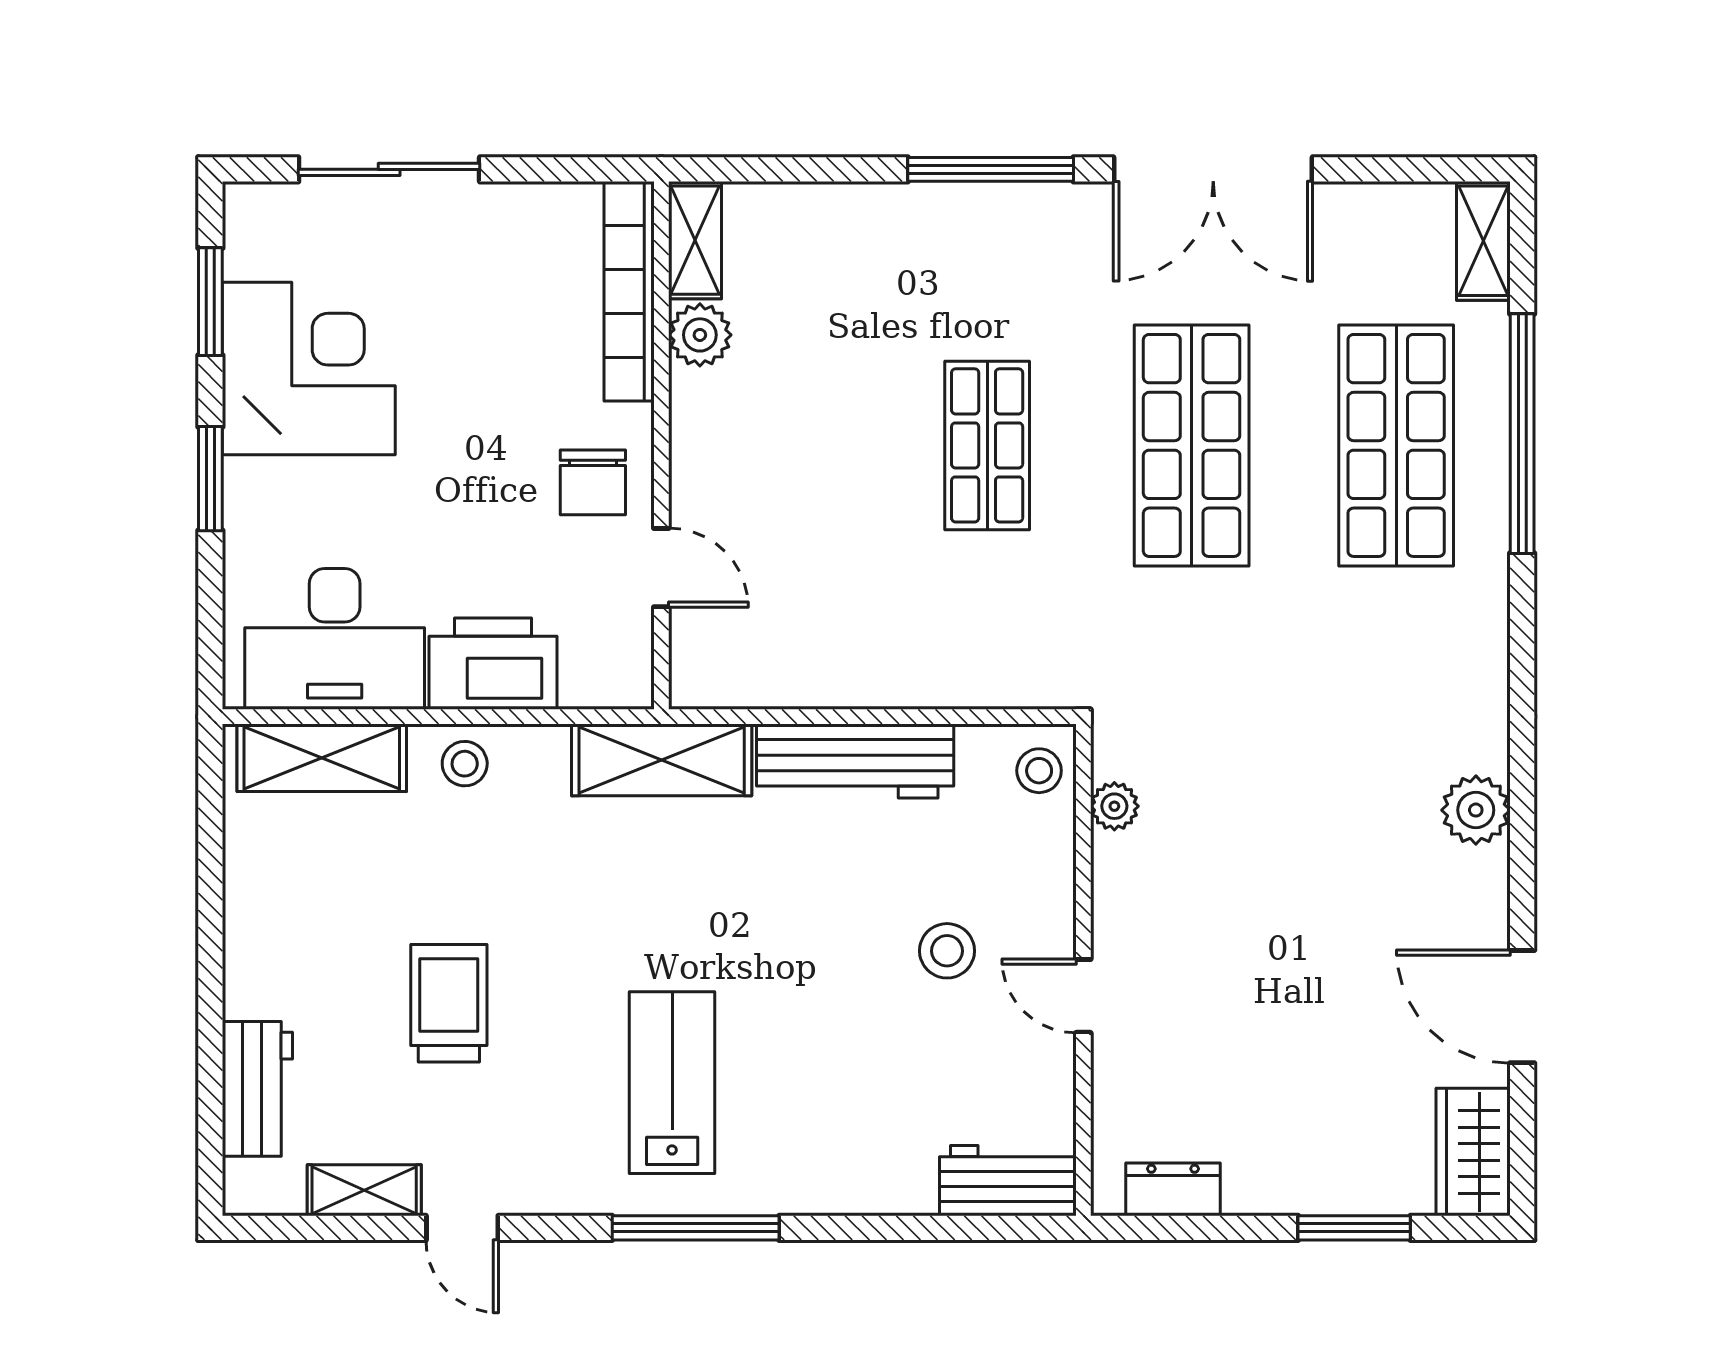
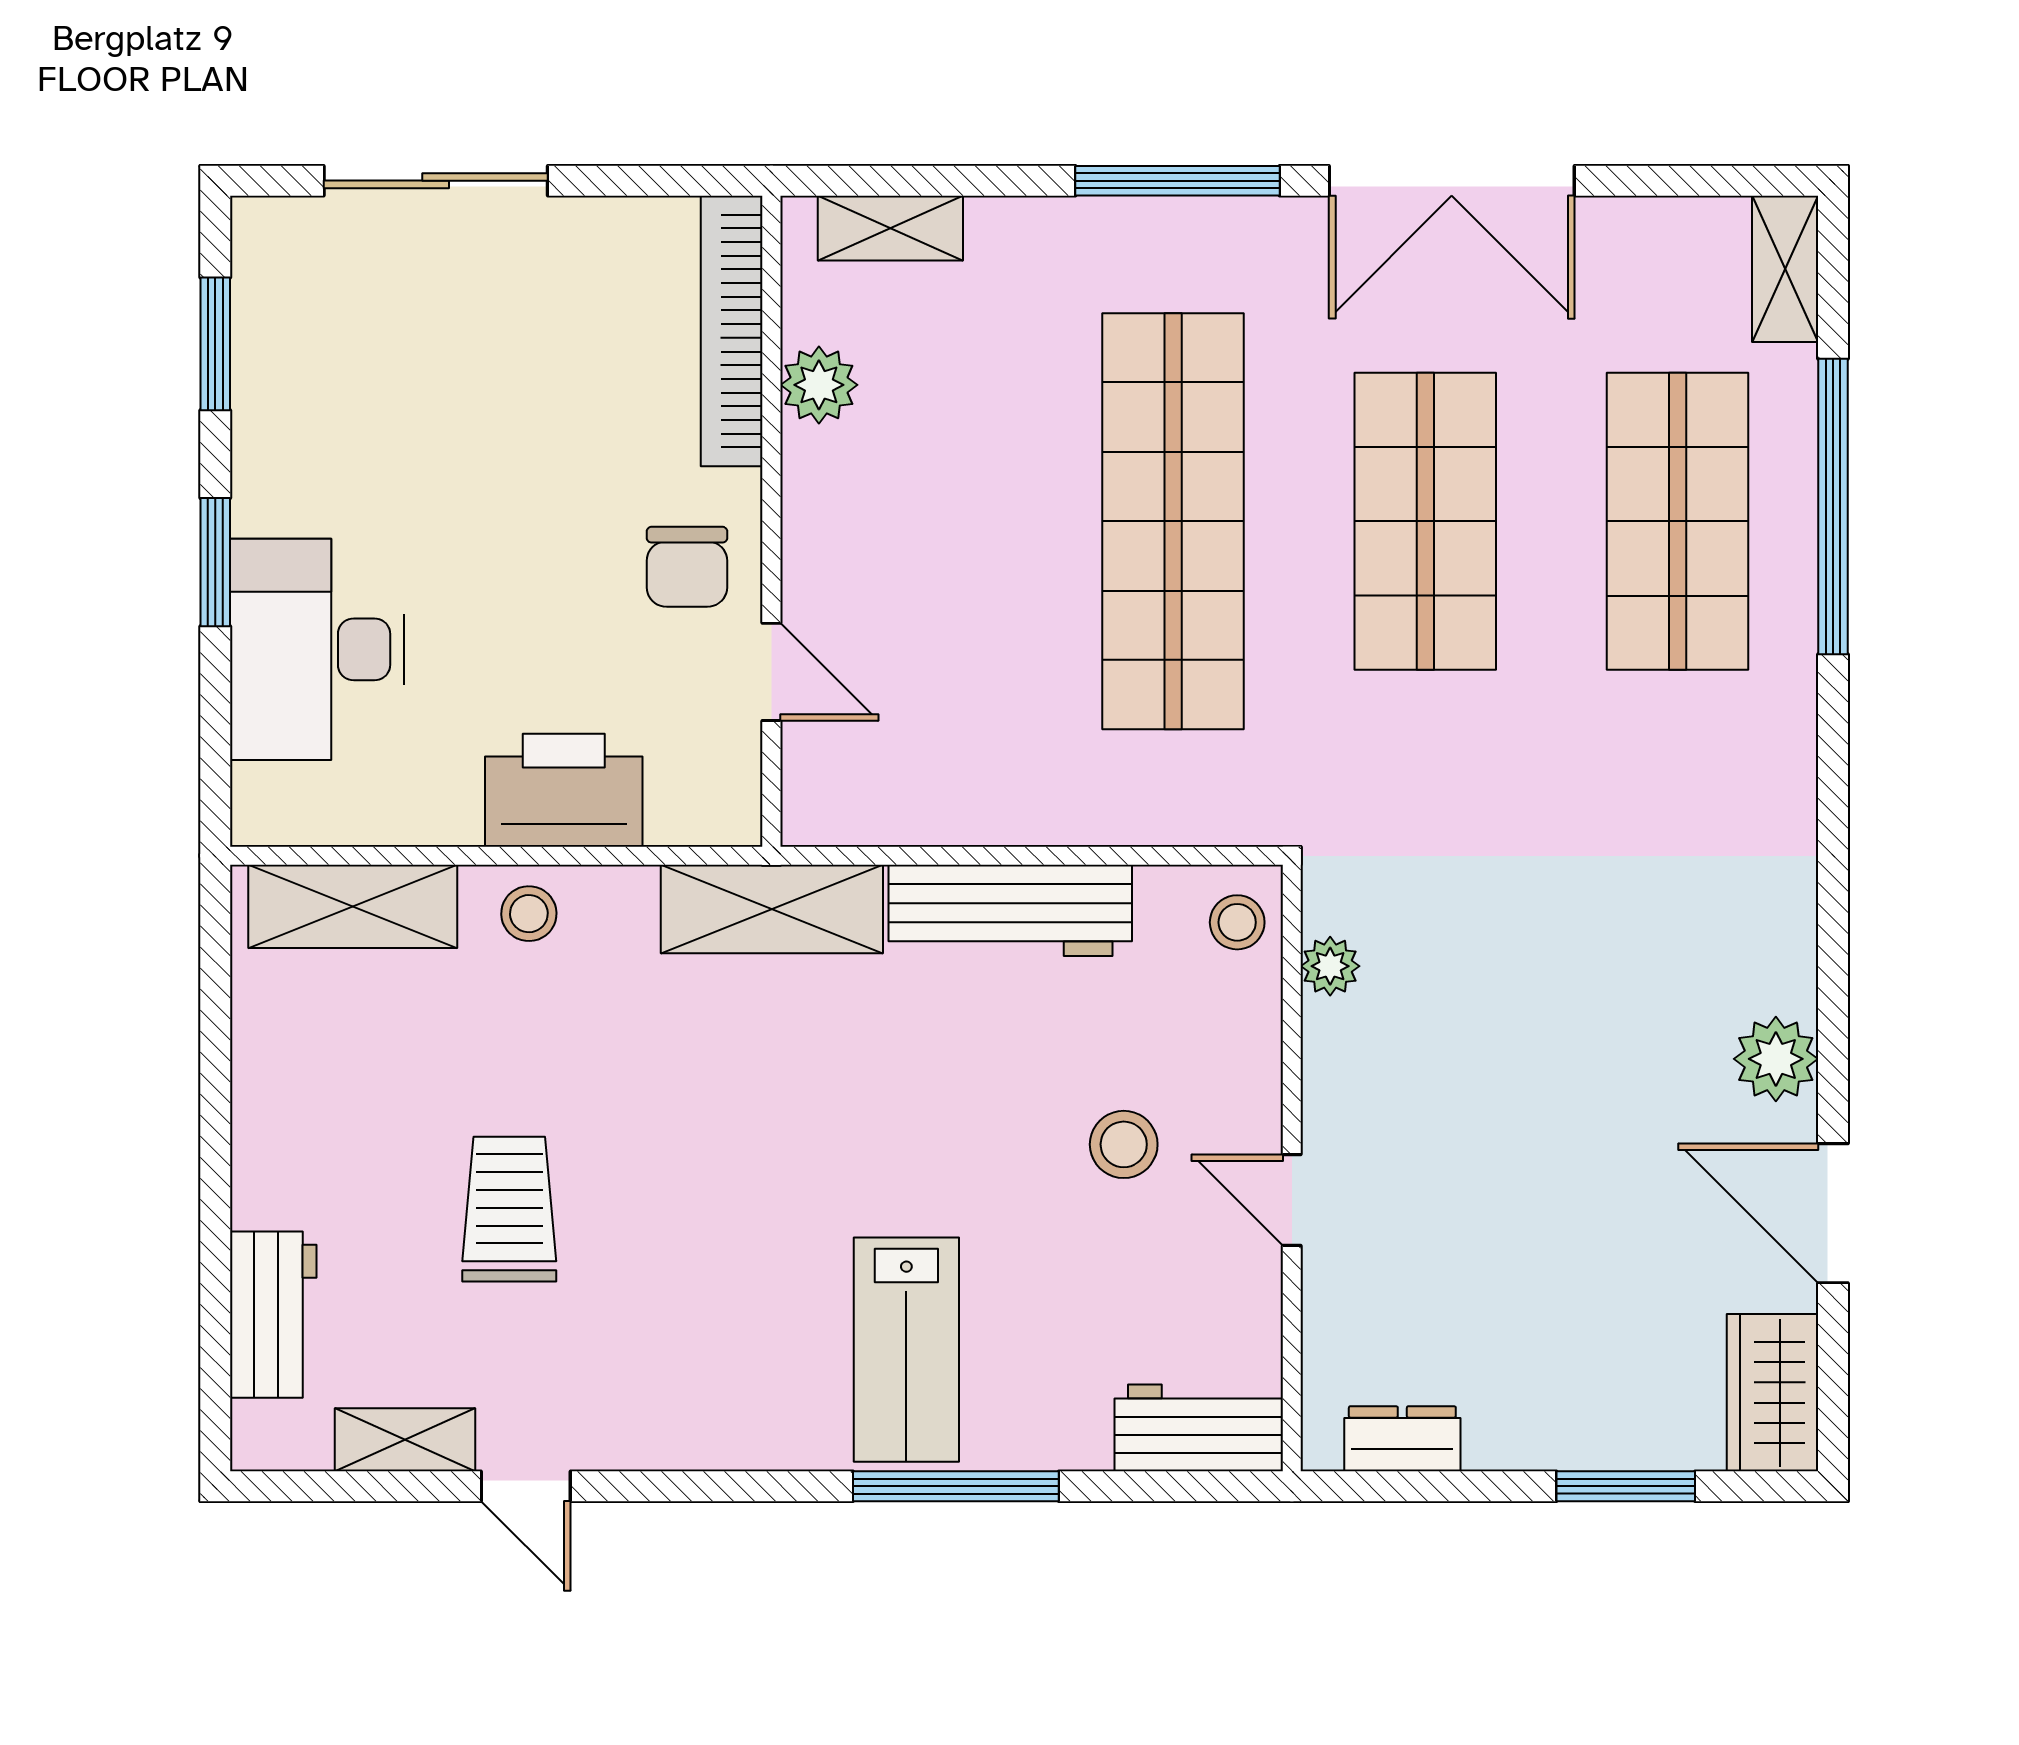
shelving: (695, 240) -> (890, 228), moved, turned 90
corner desk: (309, 368) -> (337, 426), removed
shop shelf: (987, 445) -> (1173, 521), width x2.00, depth x1.36
desk: (335, 639) -> (317, 649), moved, turned 90
plant: (1476, 810) -> (1776, 1059), moved
lab bench: (672, 1083) -> (906, 1350), moved, turned 180
window: (696, 1228) -> (956, 1486), moved

